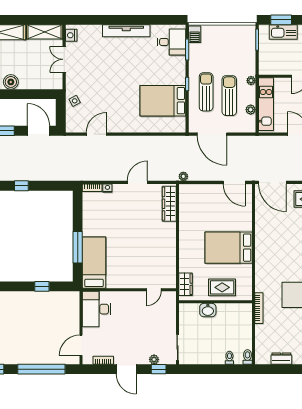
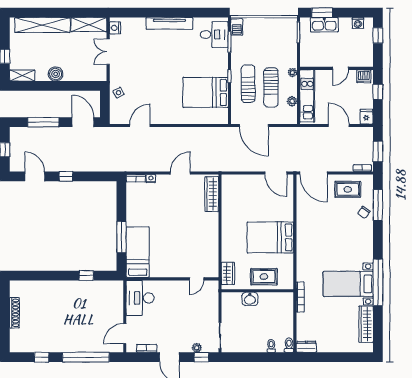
sun lounger: (229, 96) -> (271, 87), turned 180
plant: (183, 176) -> (226, 167), removed
dresser: (281, 359) -> (306, 347), moved

